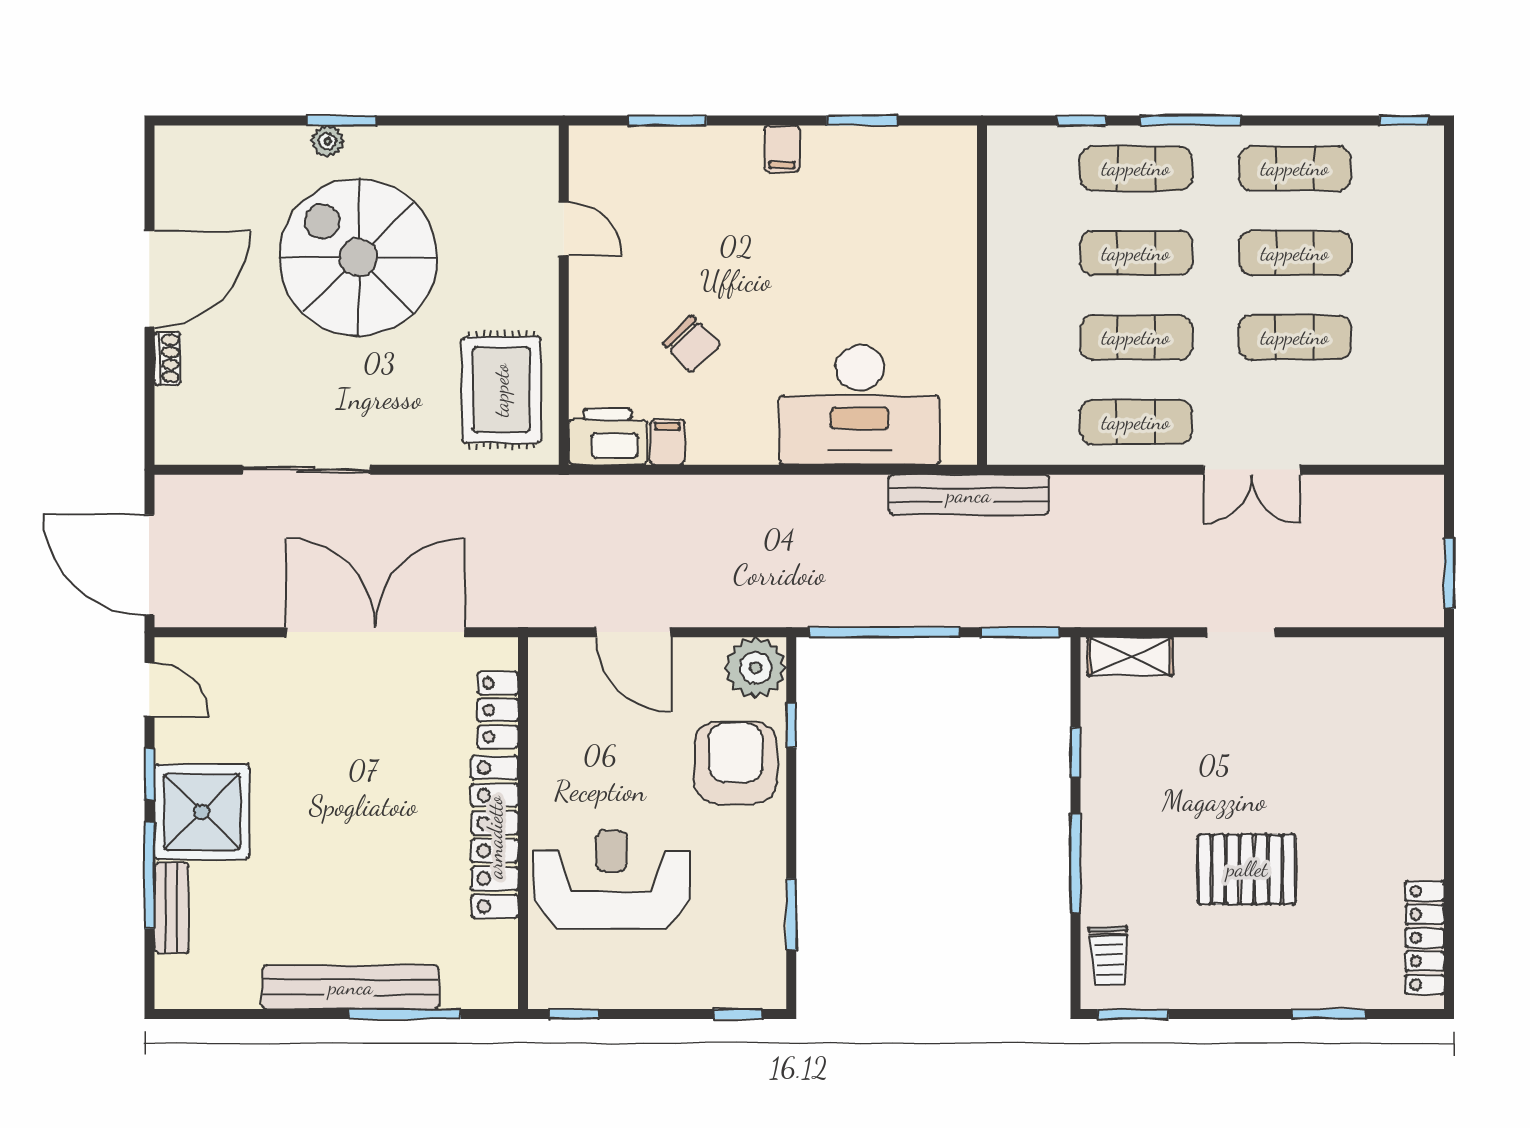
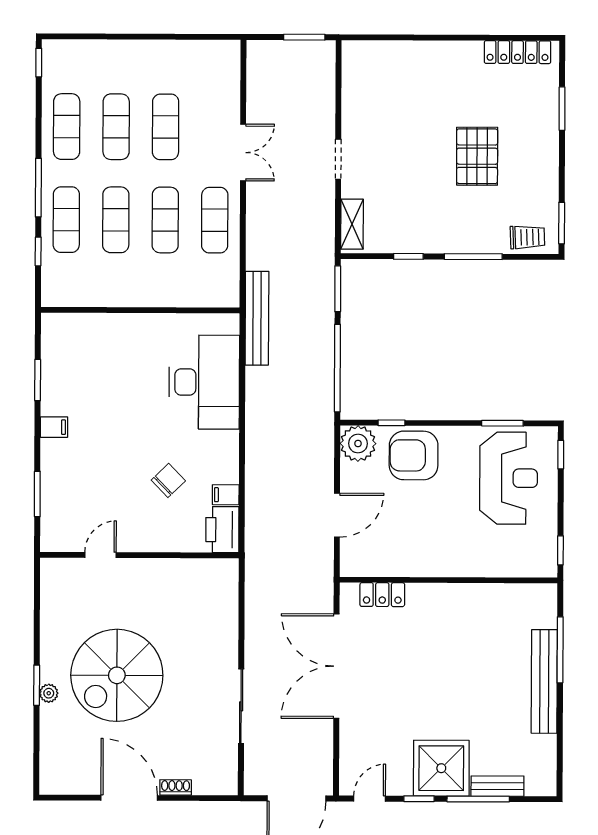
rug: (501, 390) -> (195, 592), removed
locker: (495, 837) -> (457, 597), removed
reception desk: (612, 880) -> (509, 478), moved, turned 180

